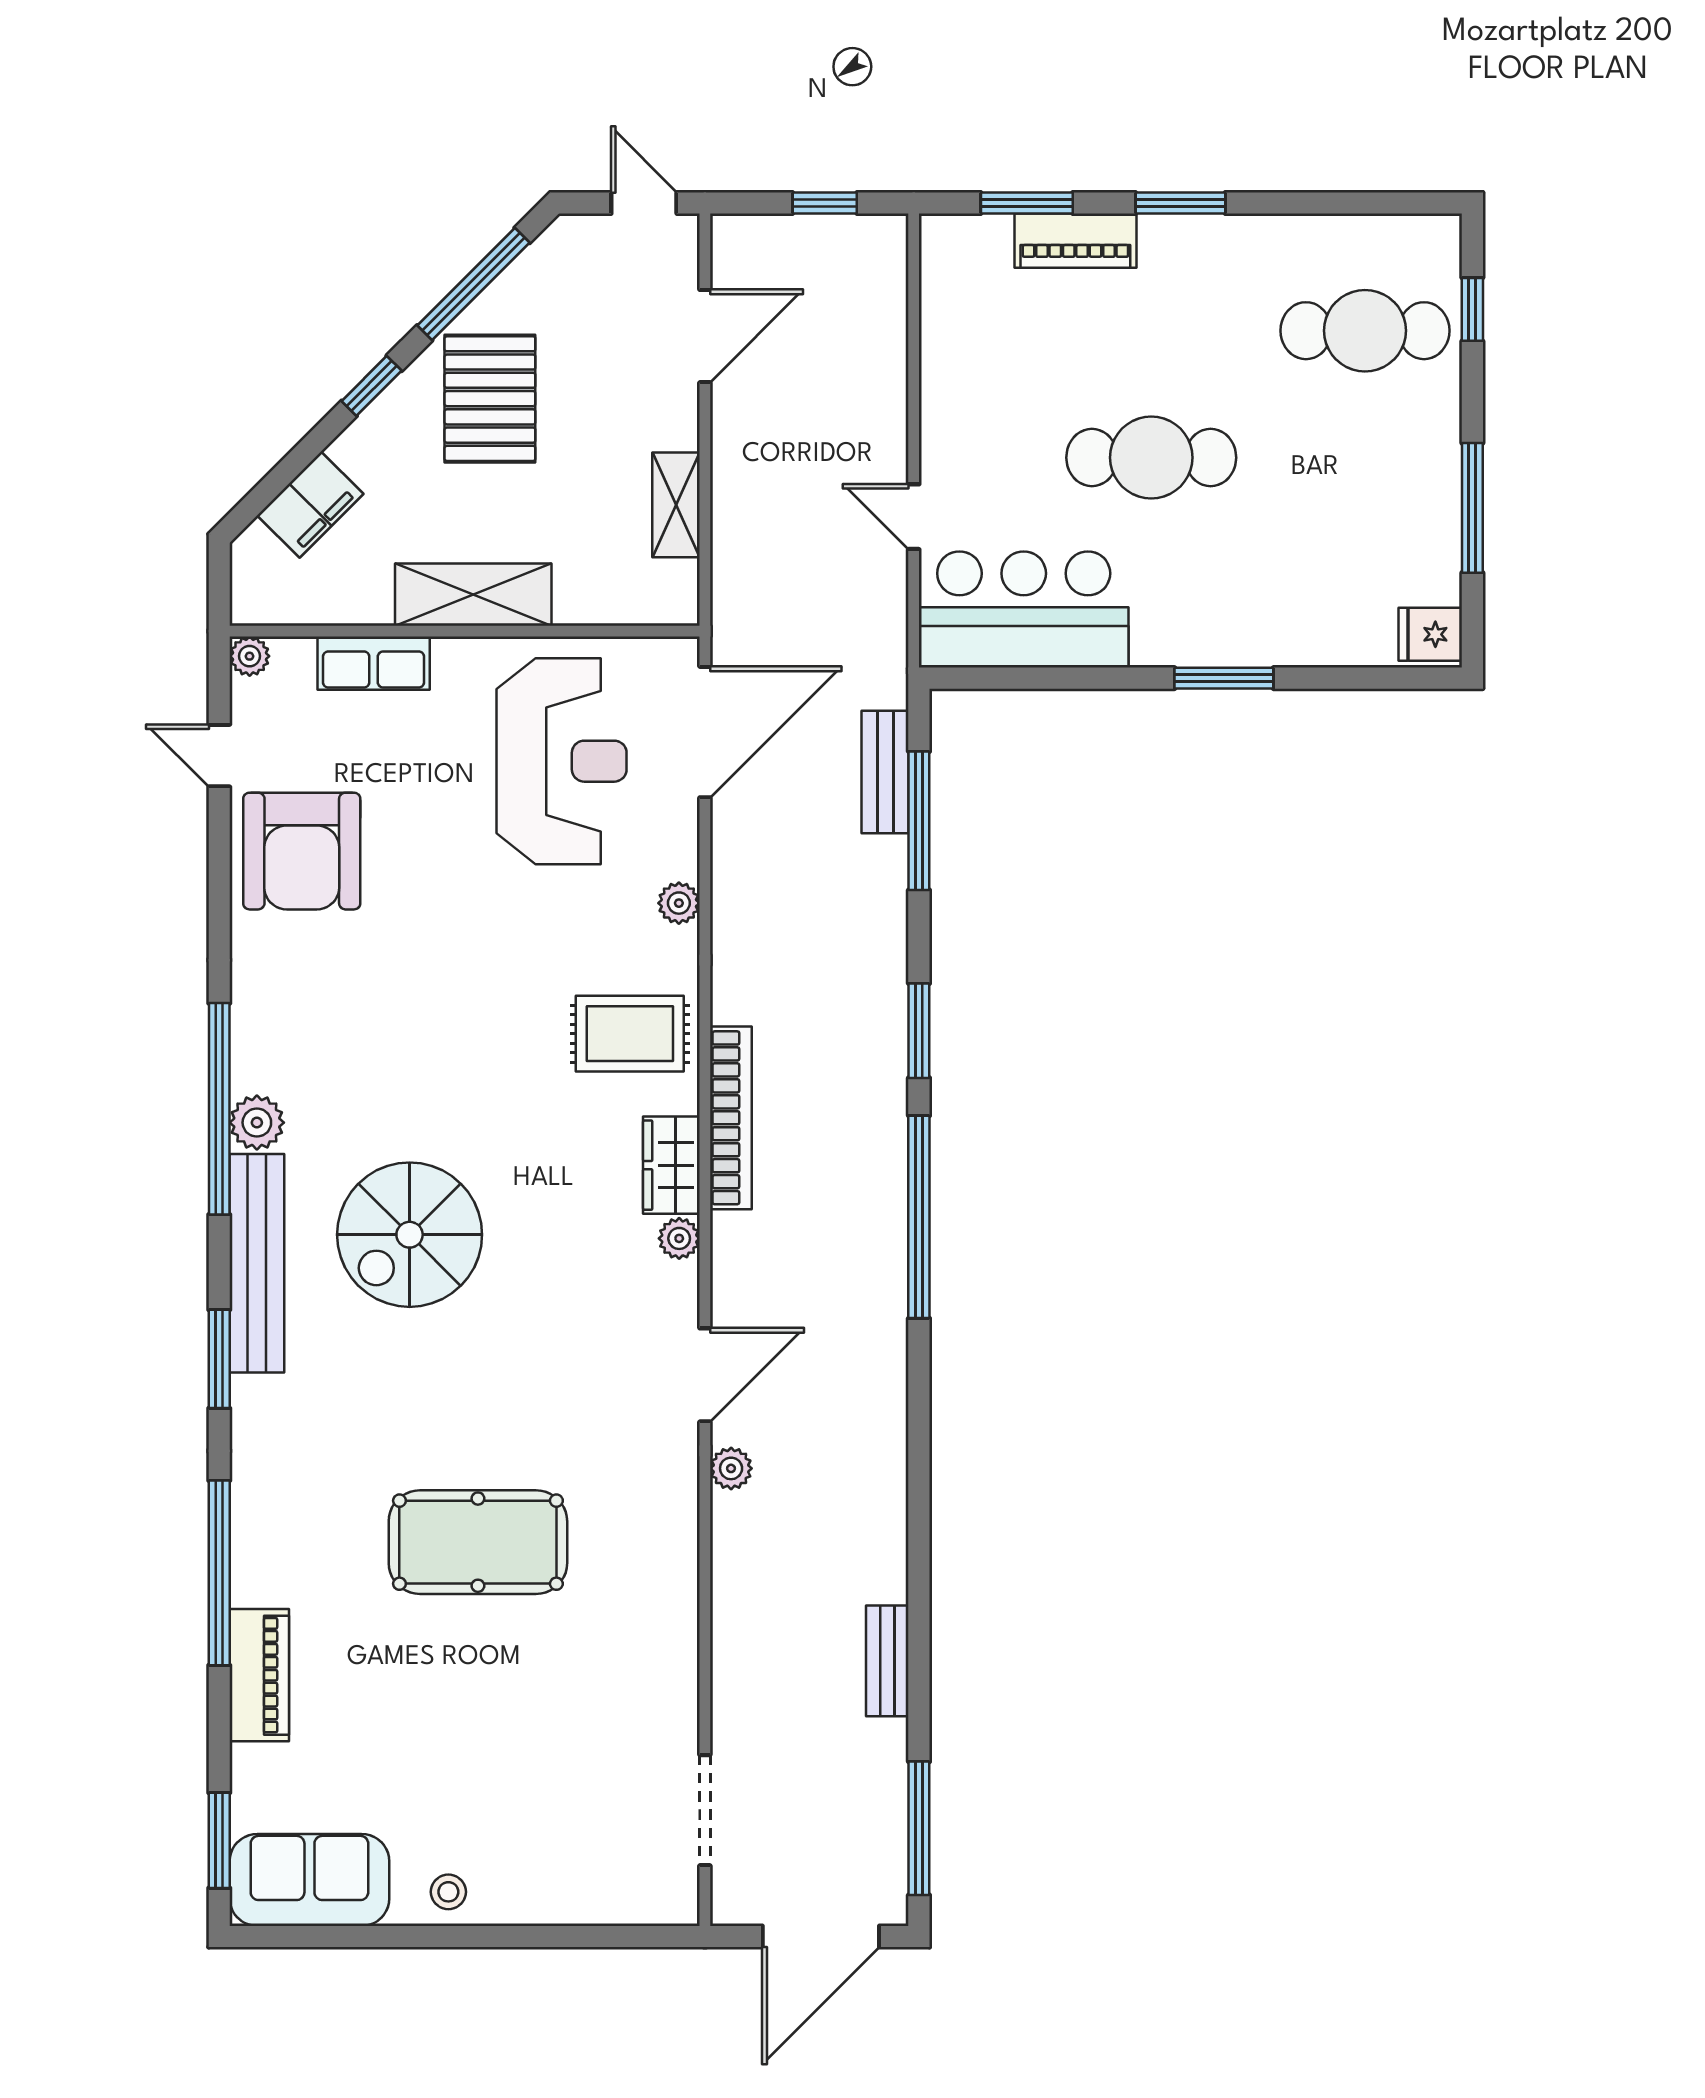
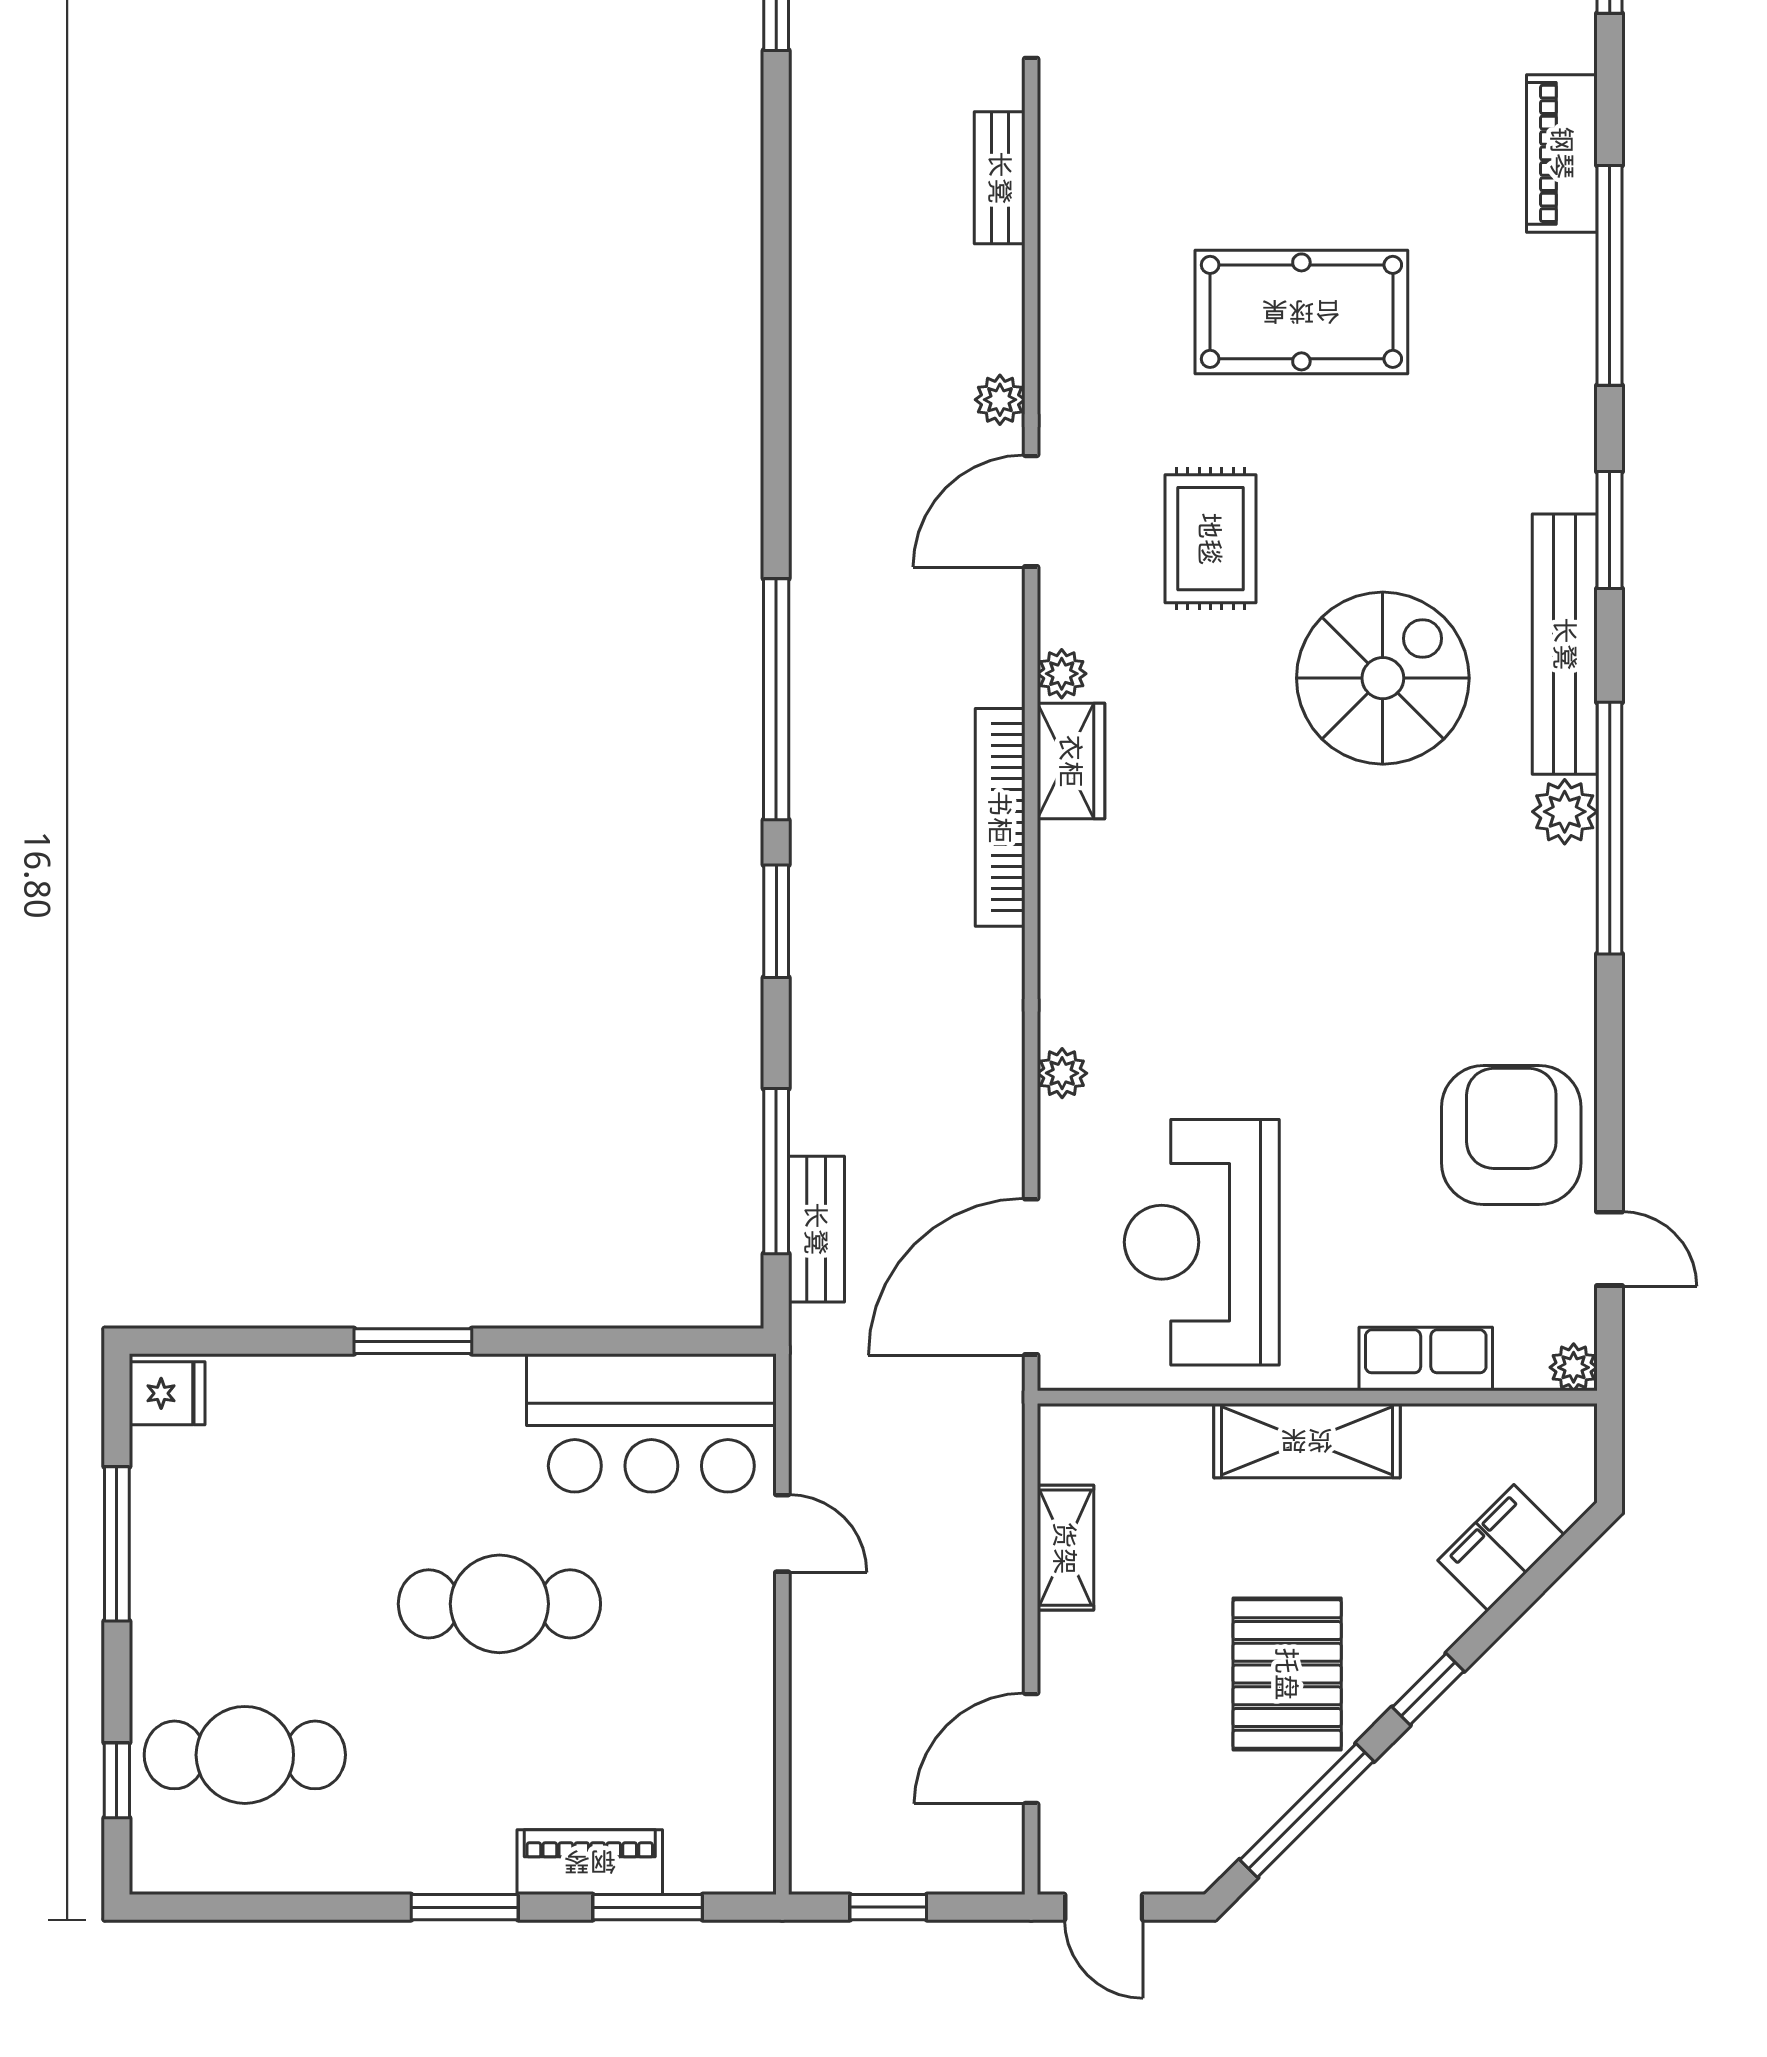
rug: (630, 1034) -> (1210, 539), moved, turned 90
bench: (887, 1661) -> (1000, 178), moved

